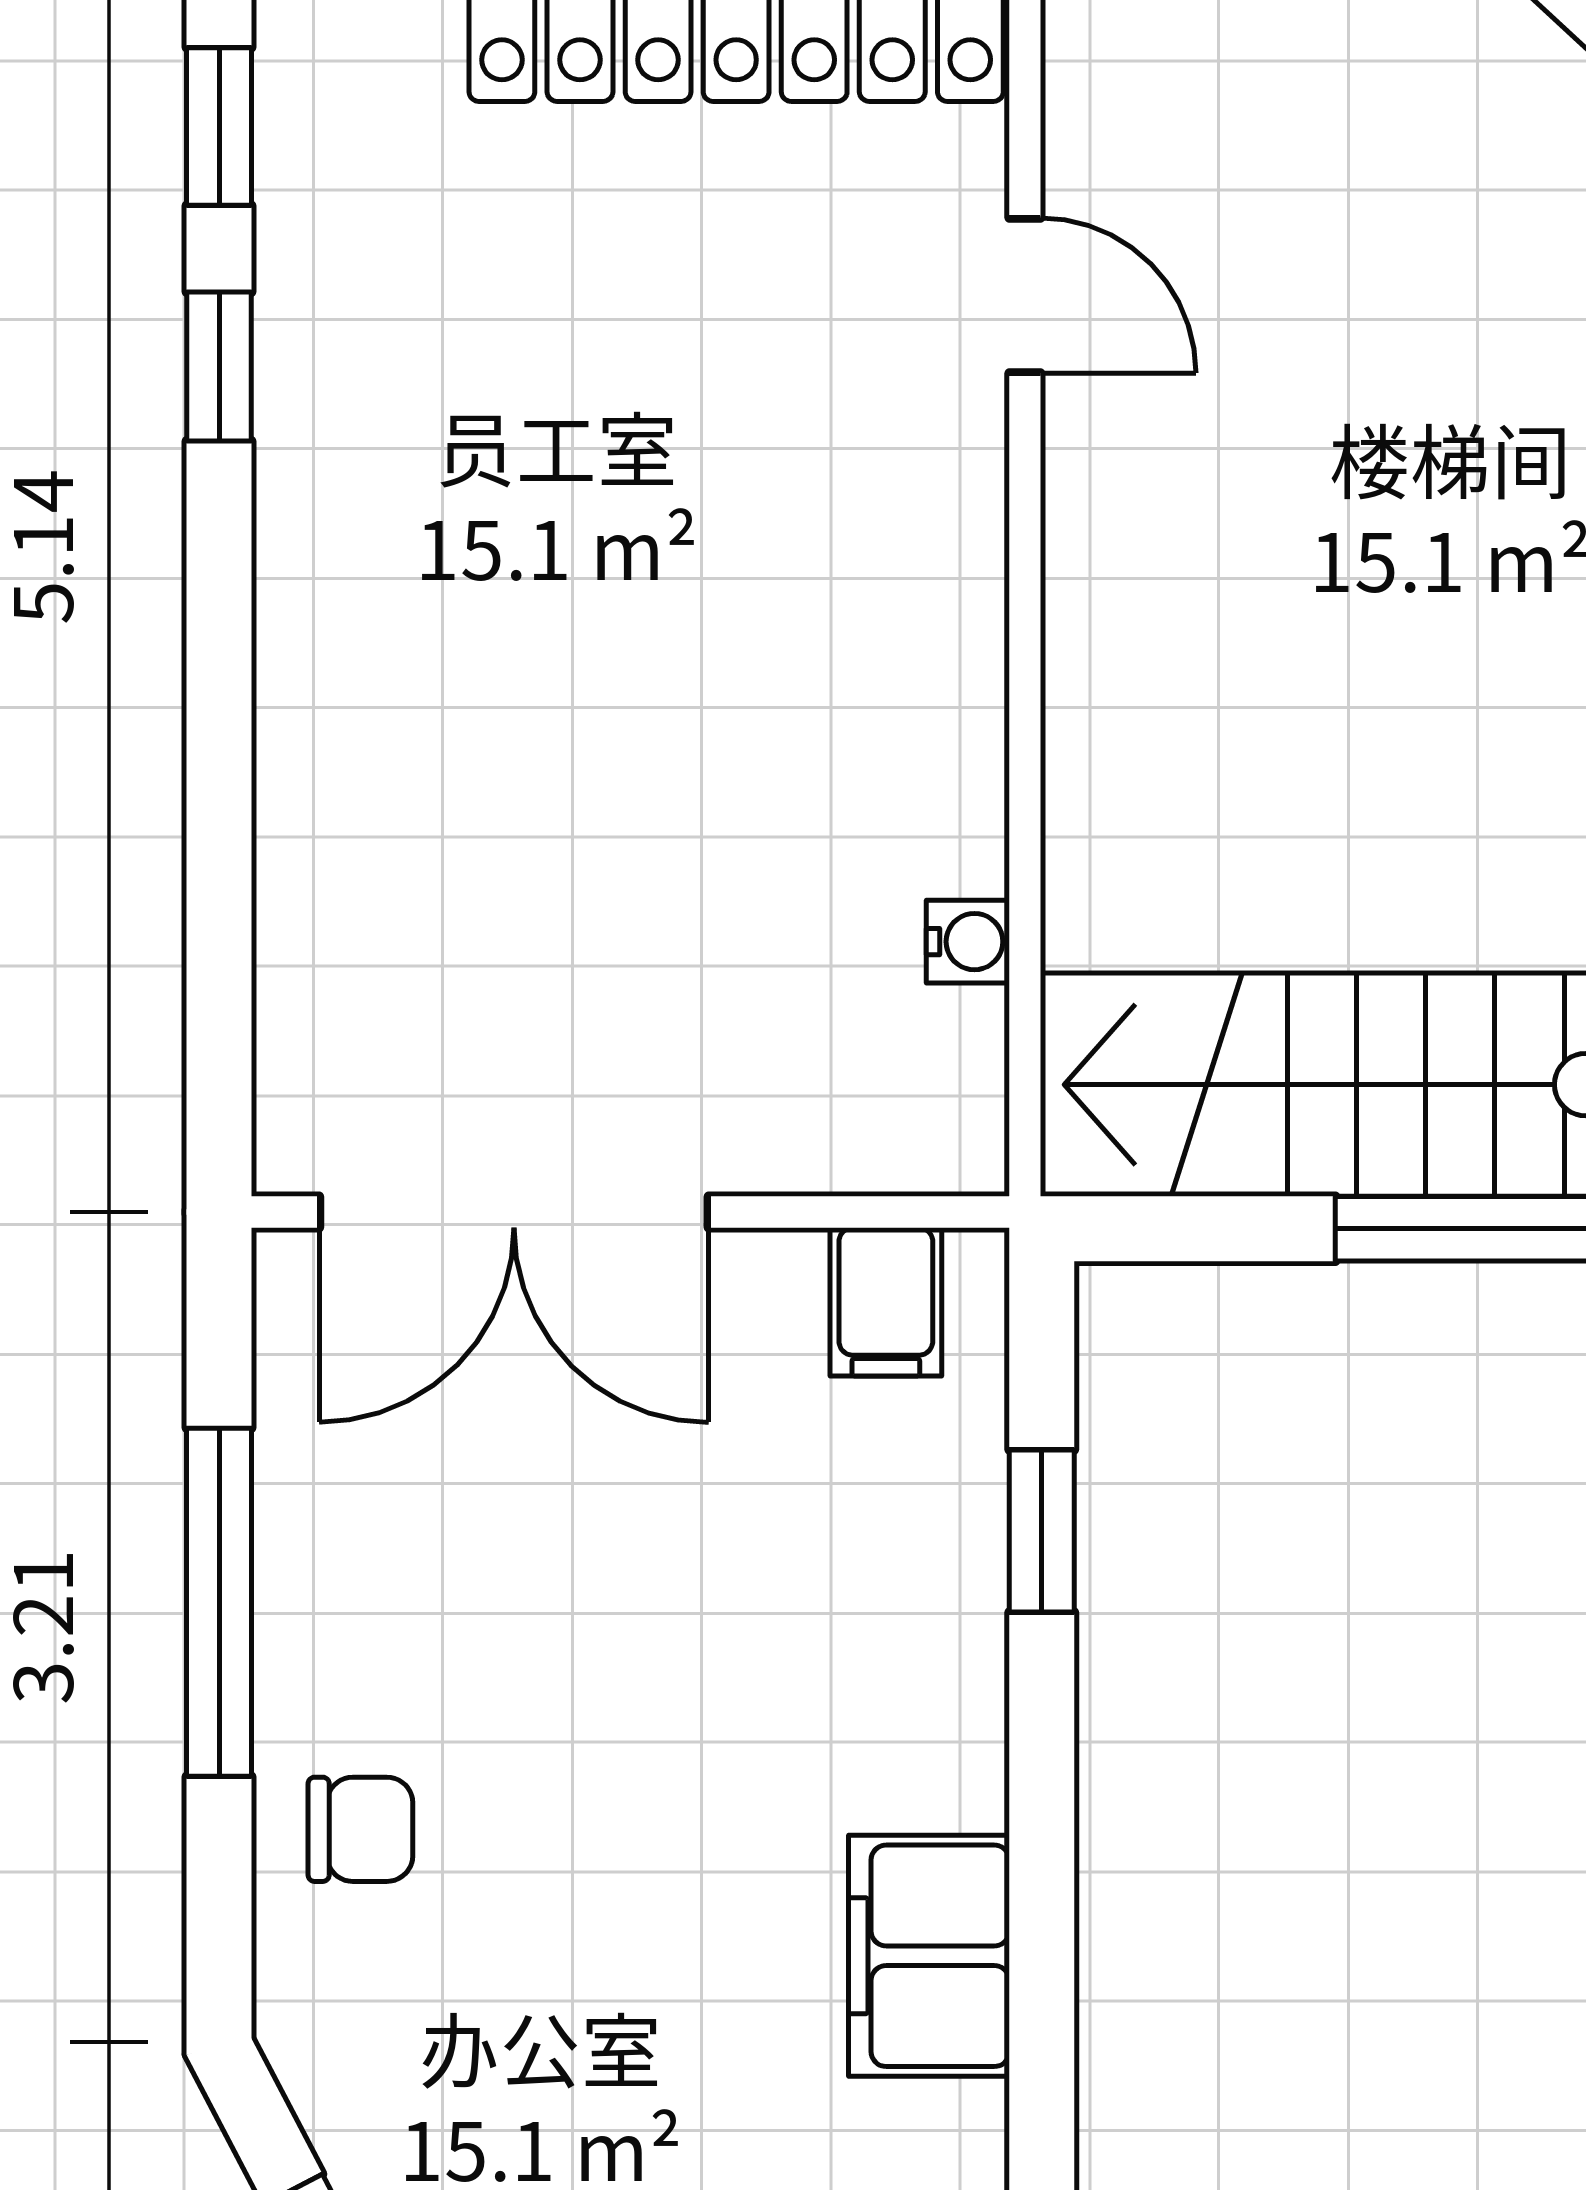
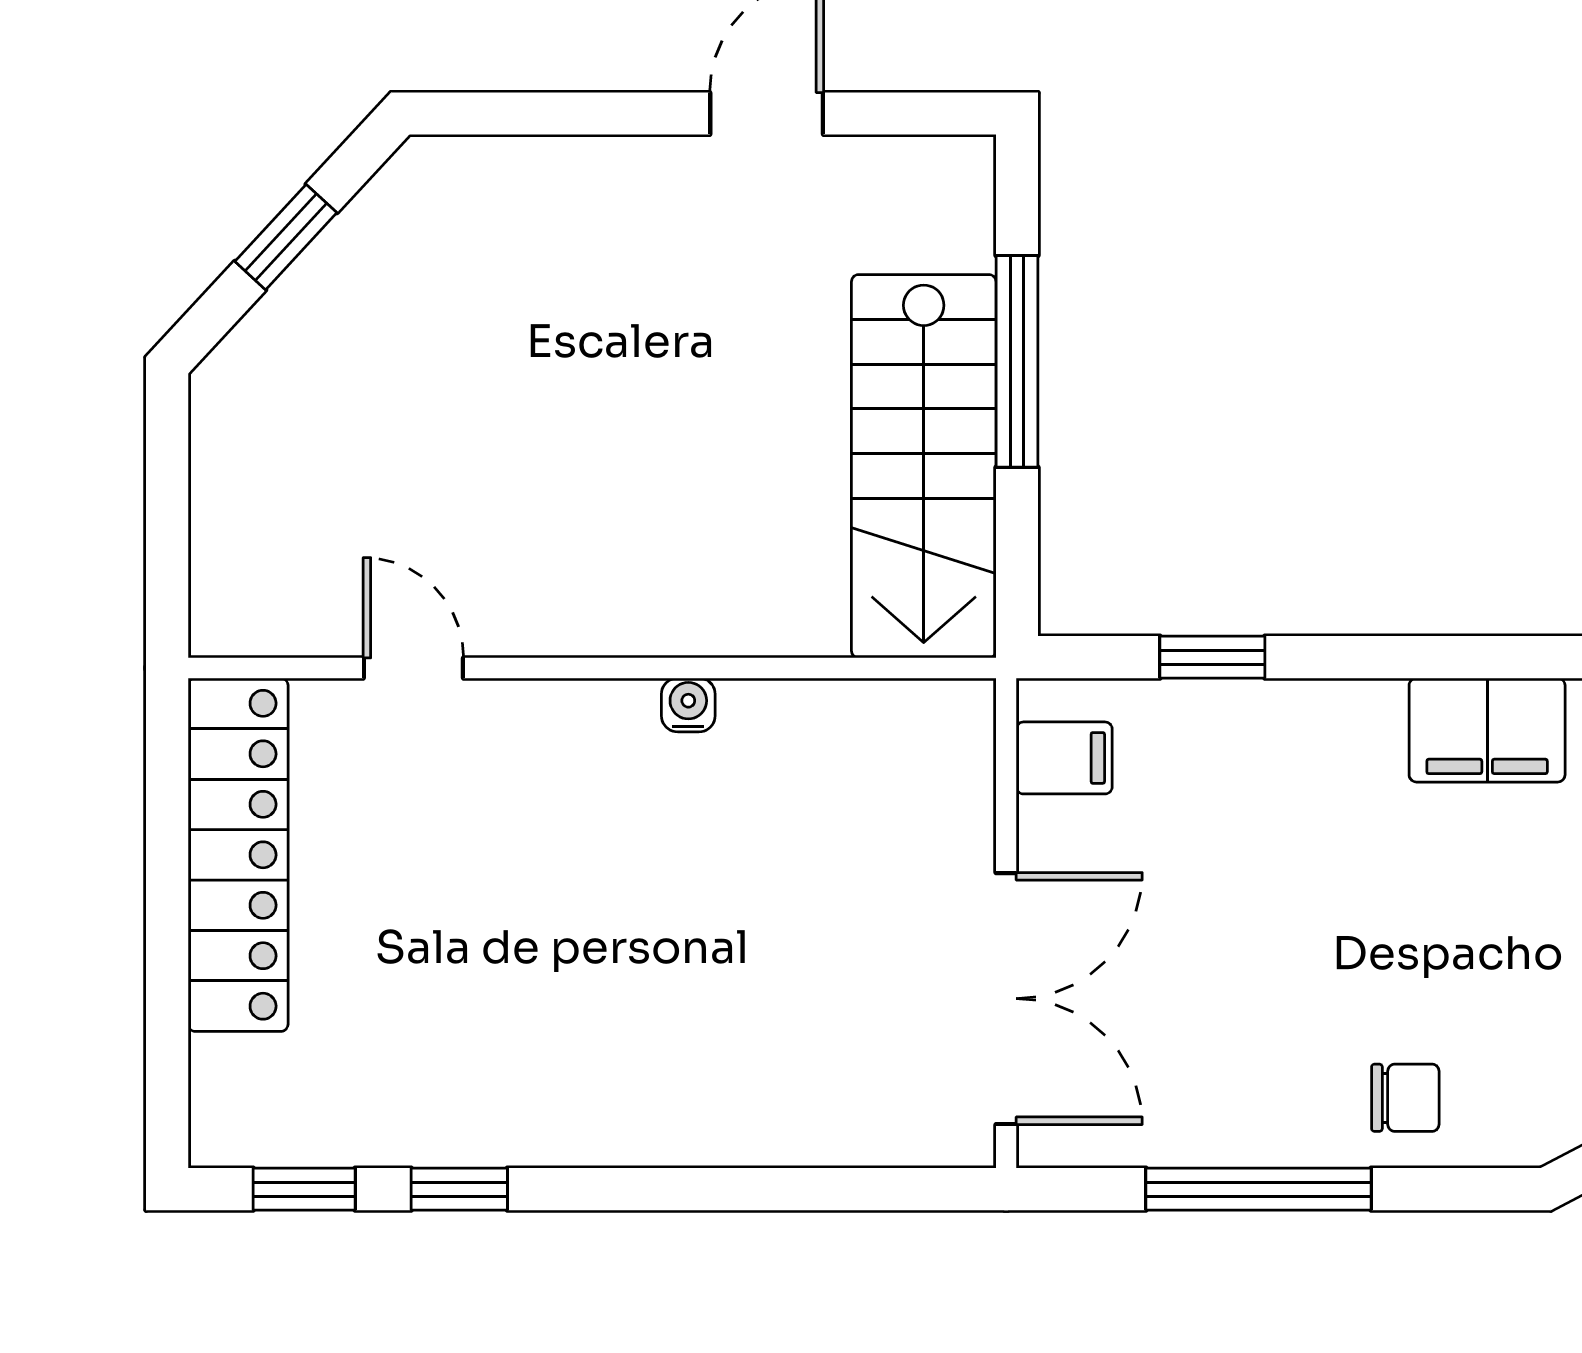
door: (1025, 295) -> (413, 668), hinge flipped
water cooler: (968, 942) -> (688, 705), moved
chair: (360, 1829) -> (1405, 1098), turned 90

